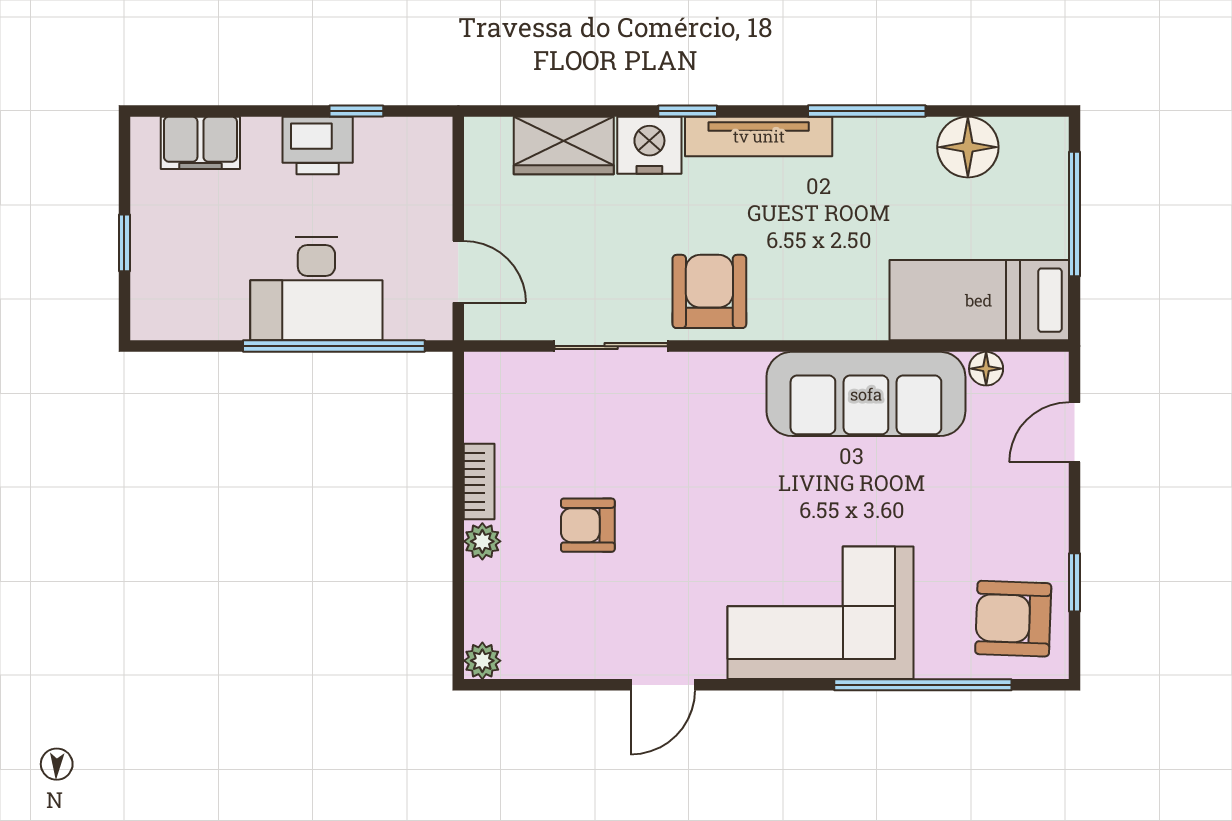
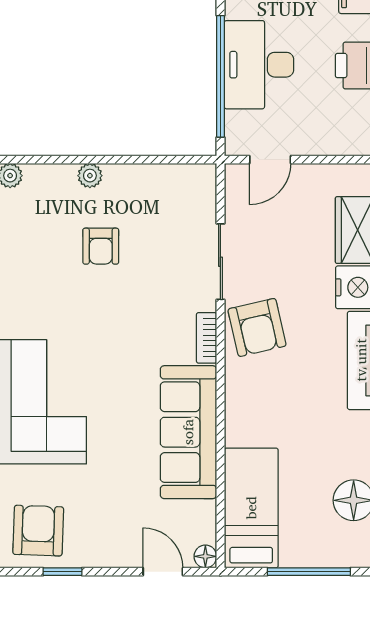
armchair: (709, 291) -> (257, 327), turned 77
floor lamp: (986, 369) -> (205, 556), moved
bookcase: (479, 481) -> (207, 338), moved, turned 90
armchair: (588, 525) -> (101, 246), turned 180

